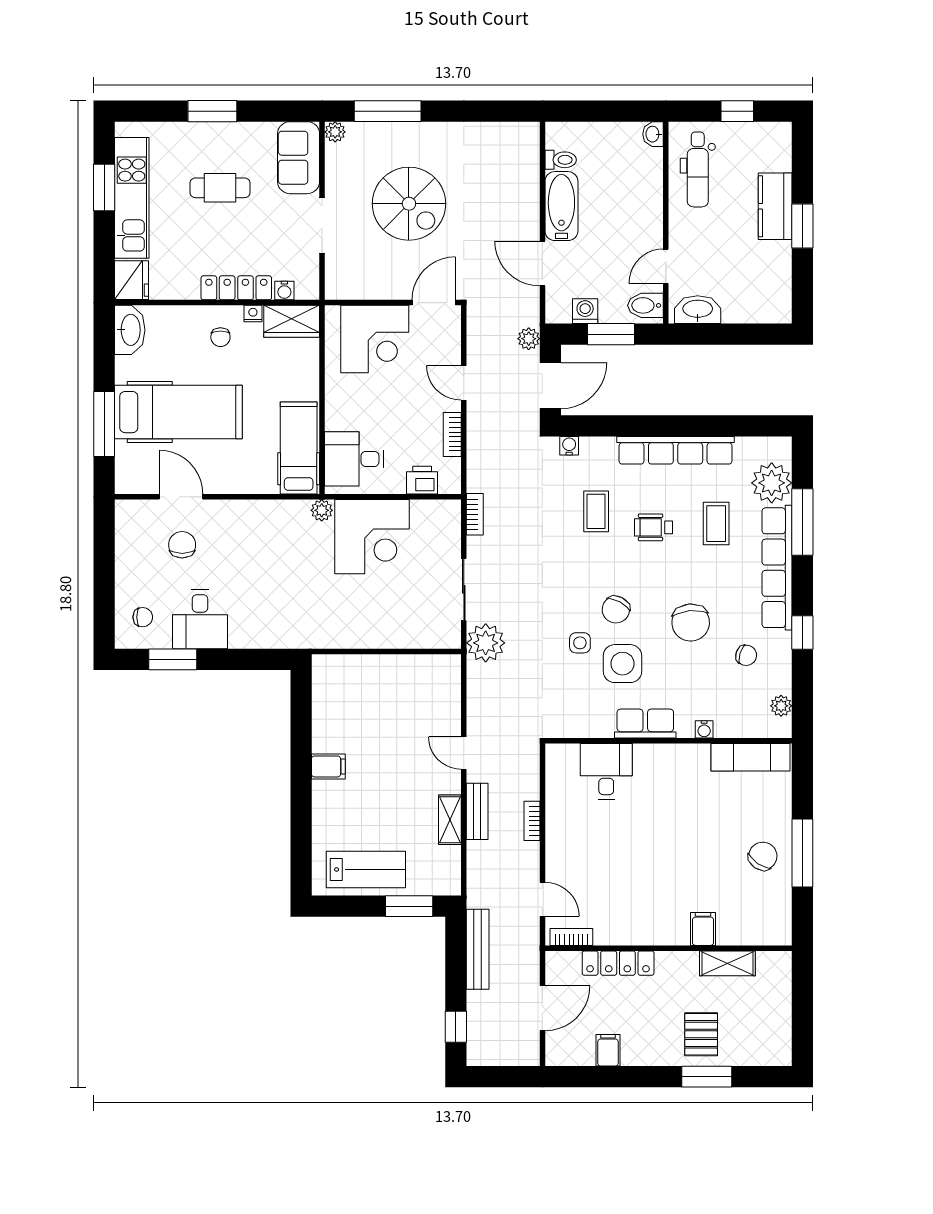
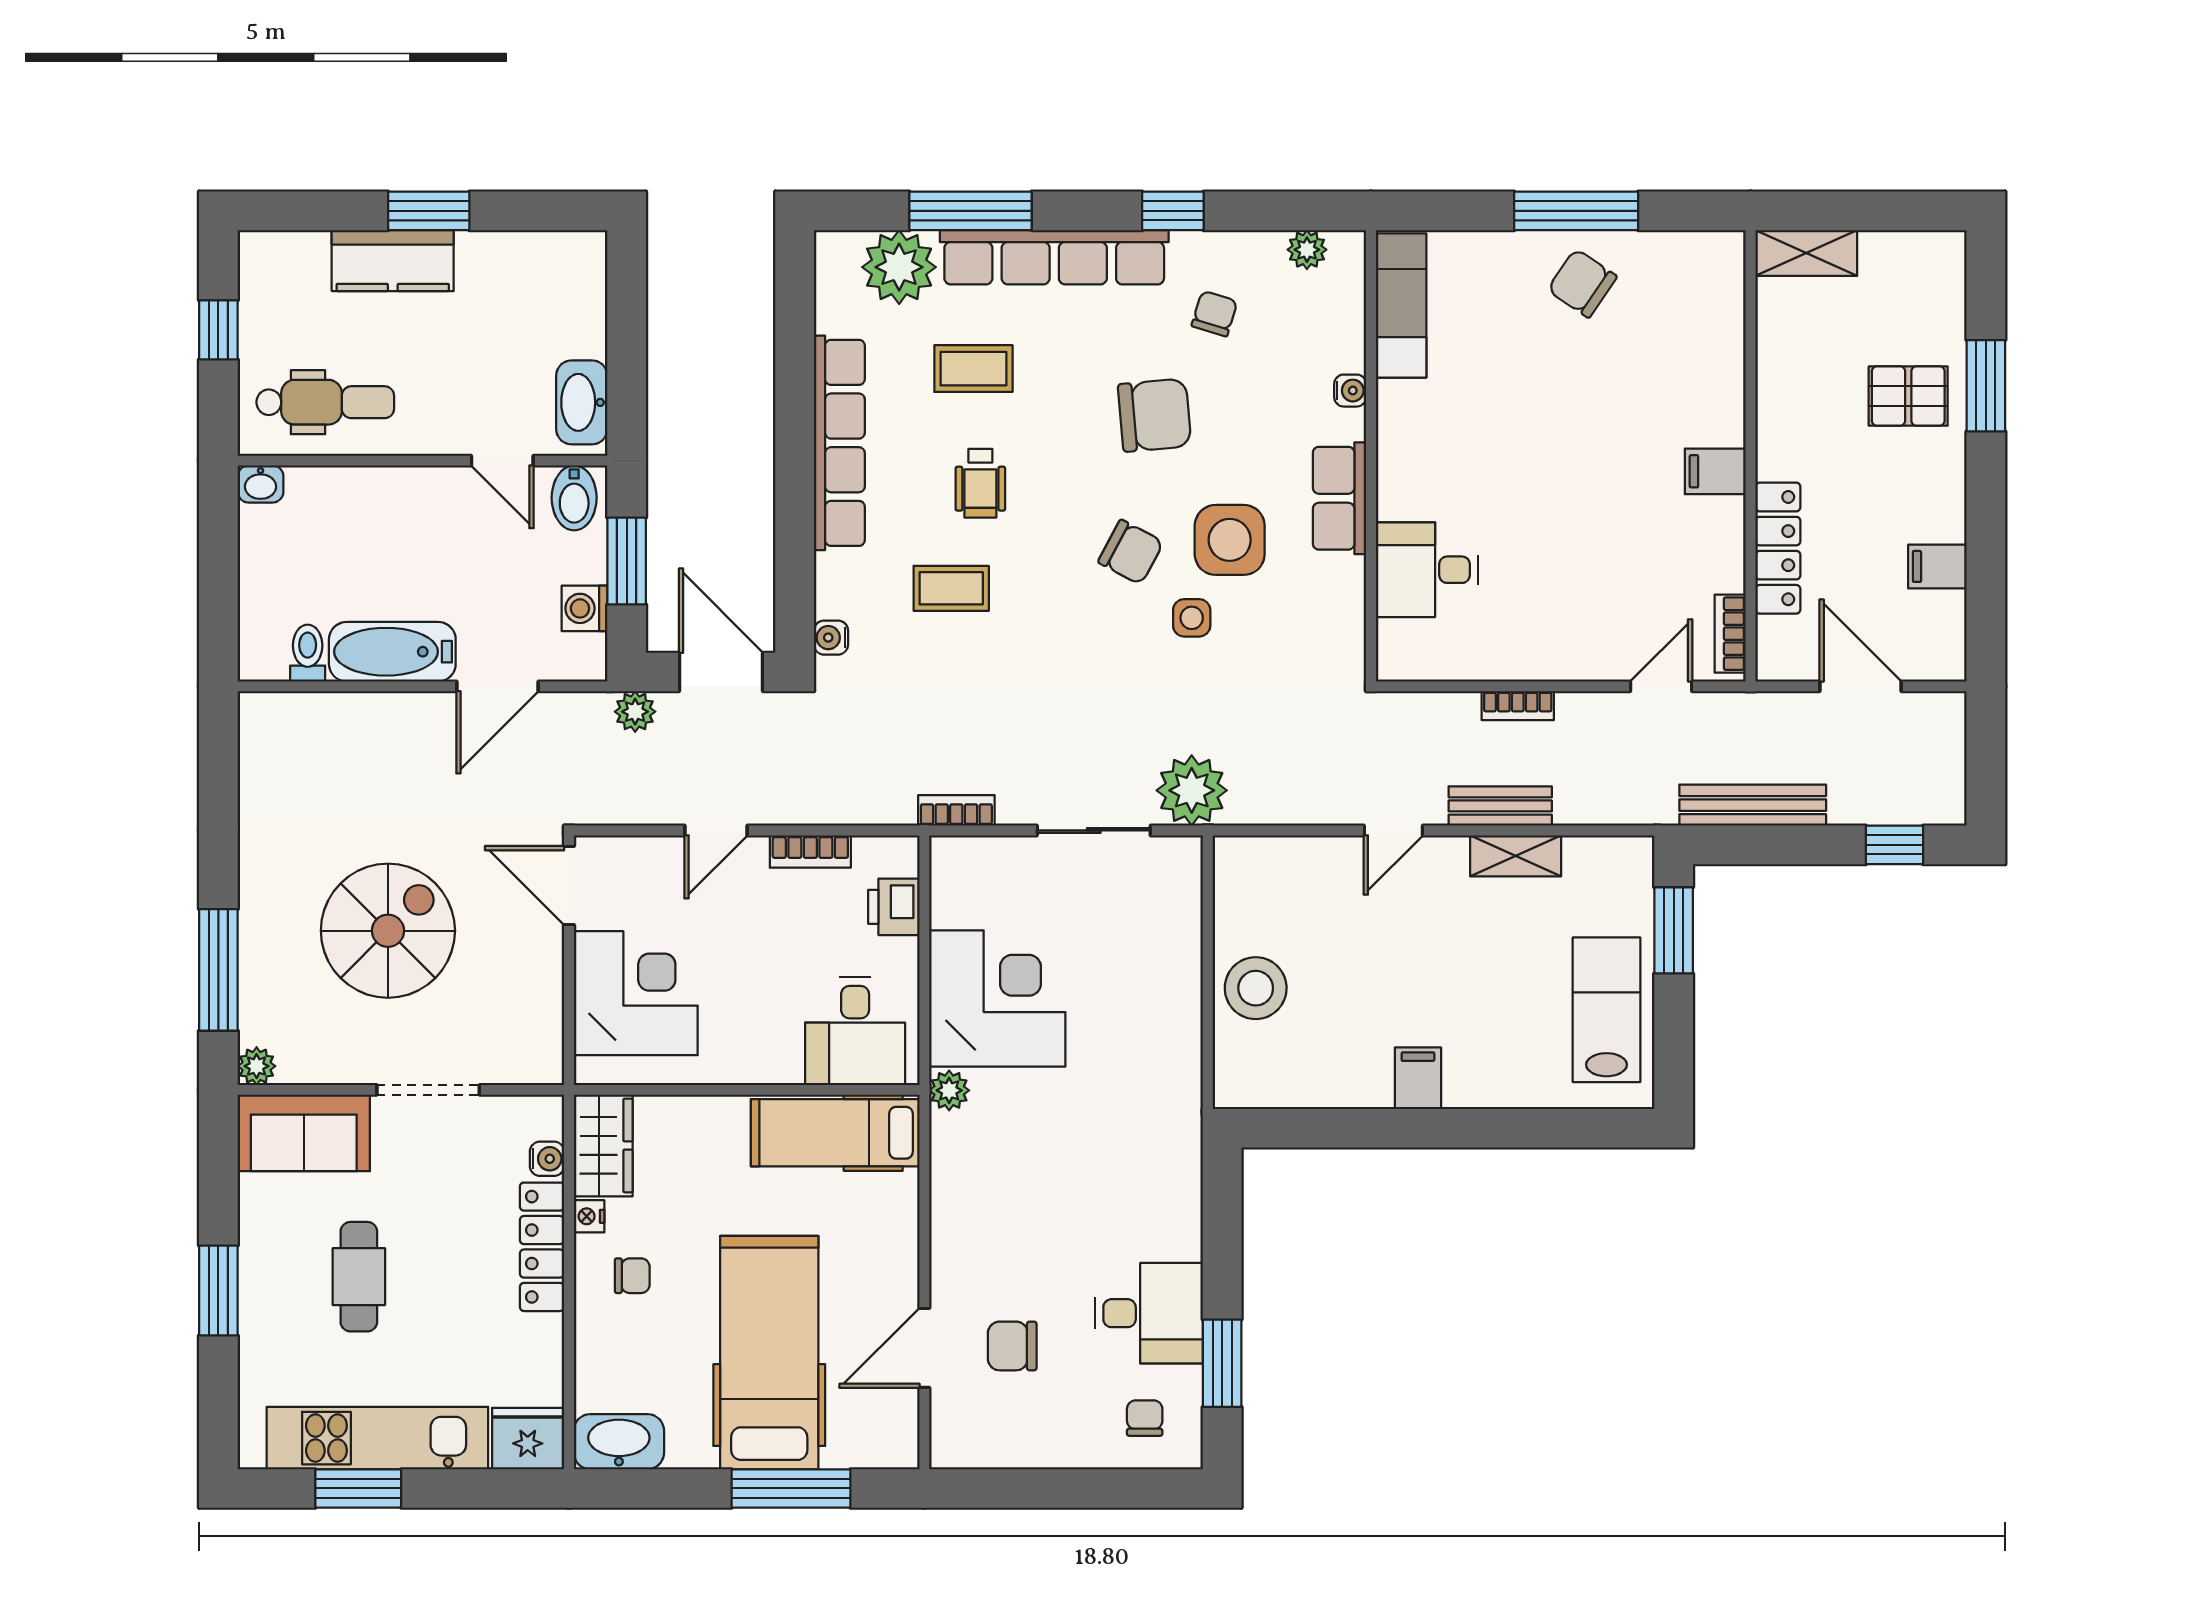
stool: (378, 678) -> (1256, 988), added
filing cabinet: (703, 929) -> (1715, 471), moved
shelving: (727, 963) -> (1806, 253), moved, turned 90

